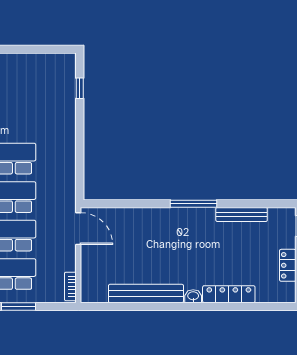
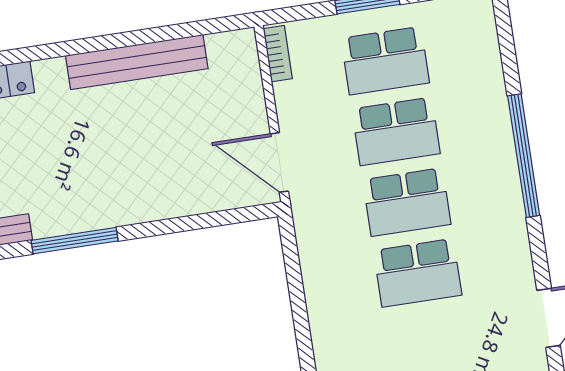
washbasin: (193, 296) -> (49, 70), removed

